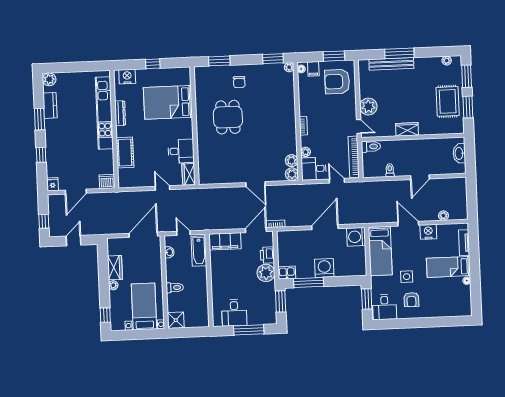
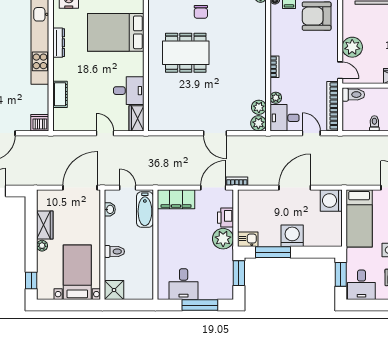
dining table: (228, 117) -> (186, 53), width x1.37
cot: (125, 153) -> (60, 94), width x0.73, depth x0.75

